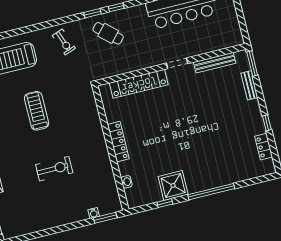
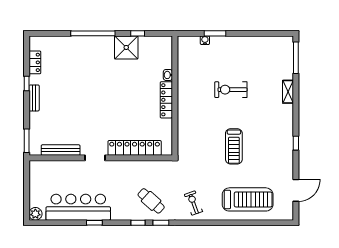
bench: (249, 85) -> (34, 98), moved
washbasin: (126, 182) -> (168, 75), moved
window: (105, 218) -> (215, 33), moved

